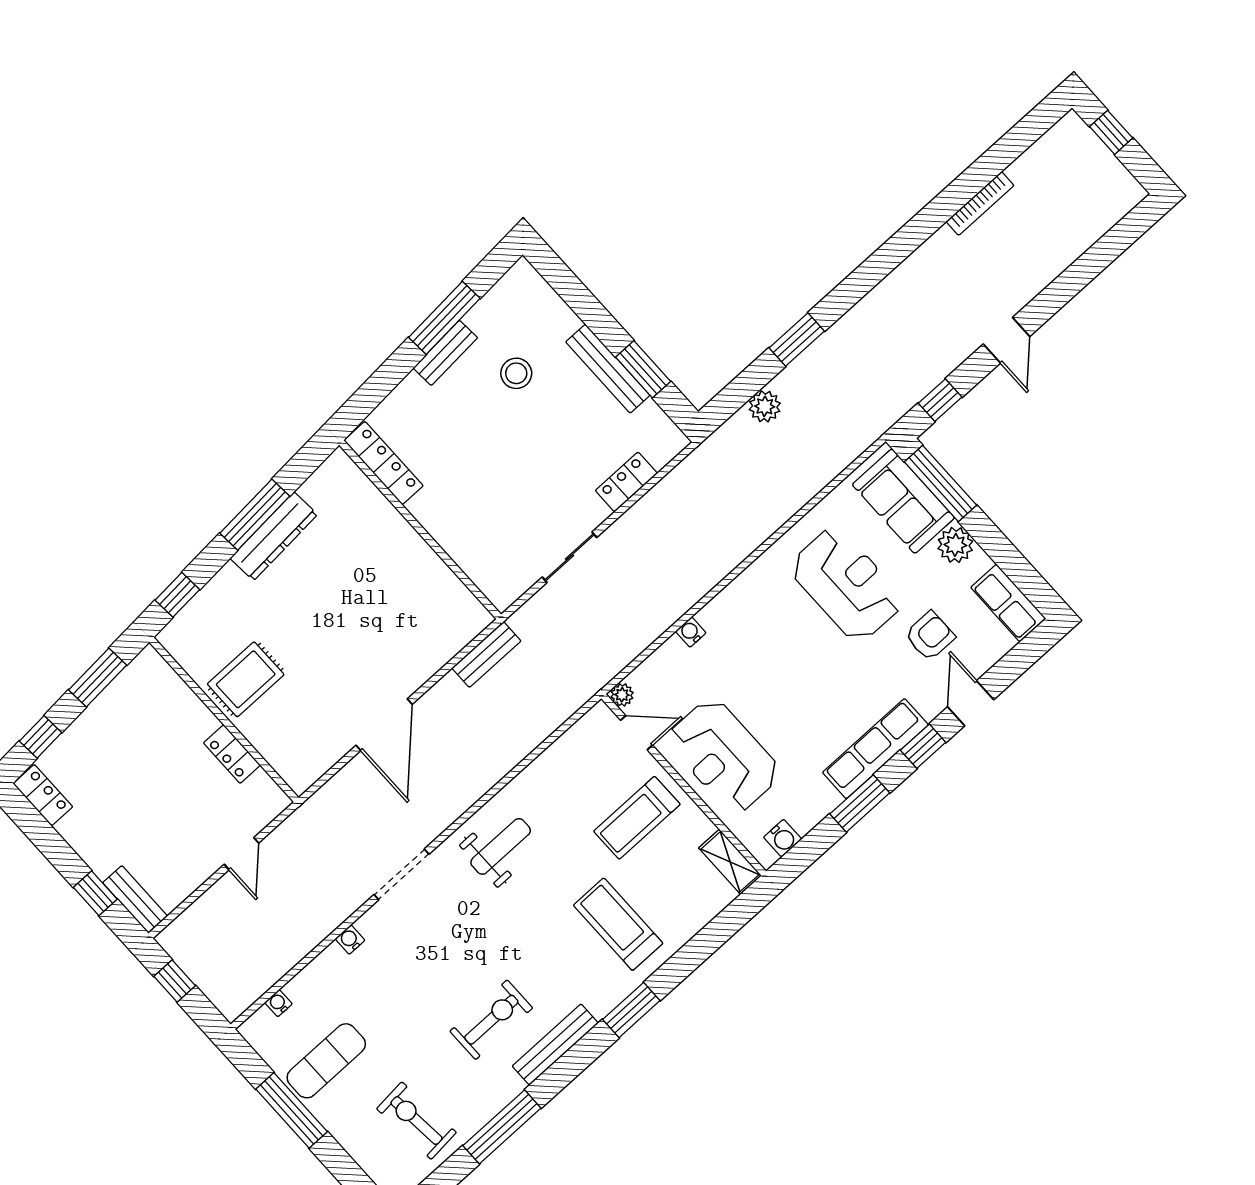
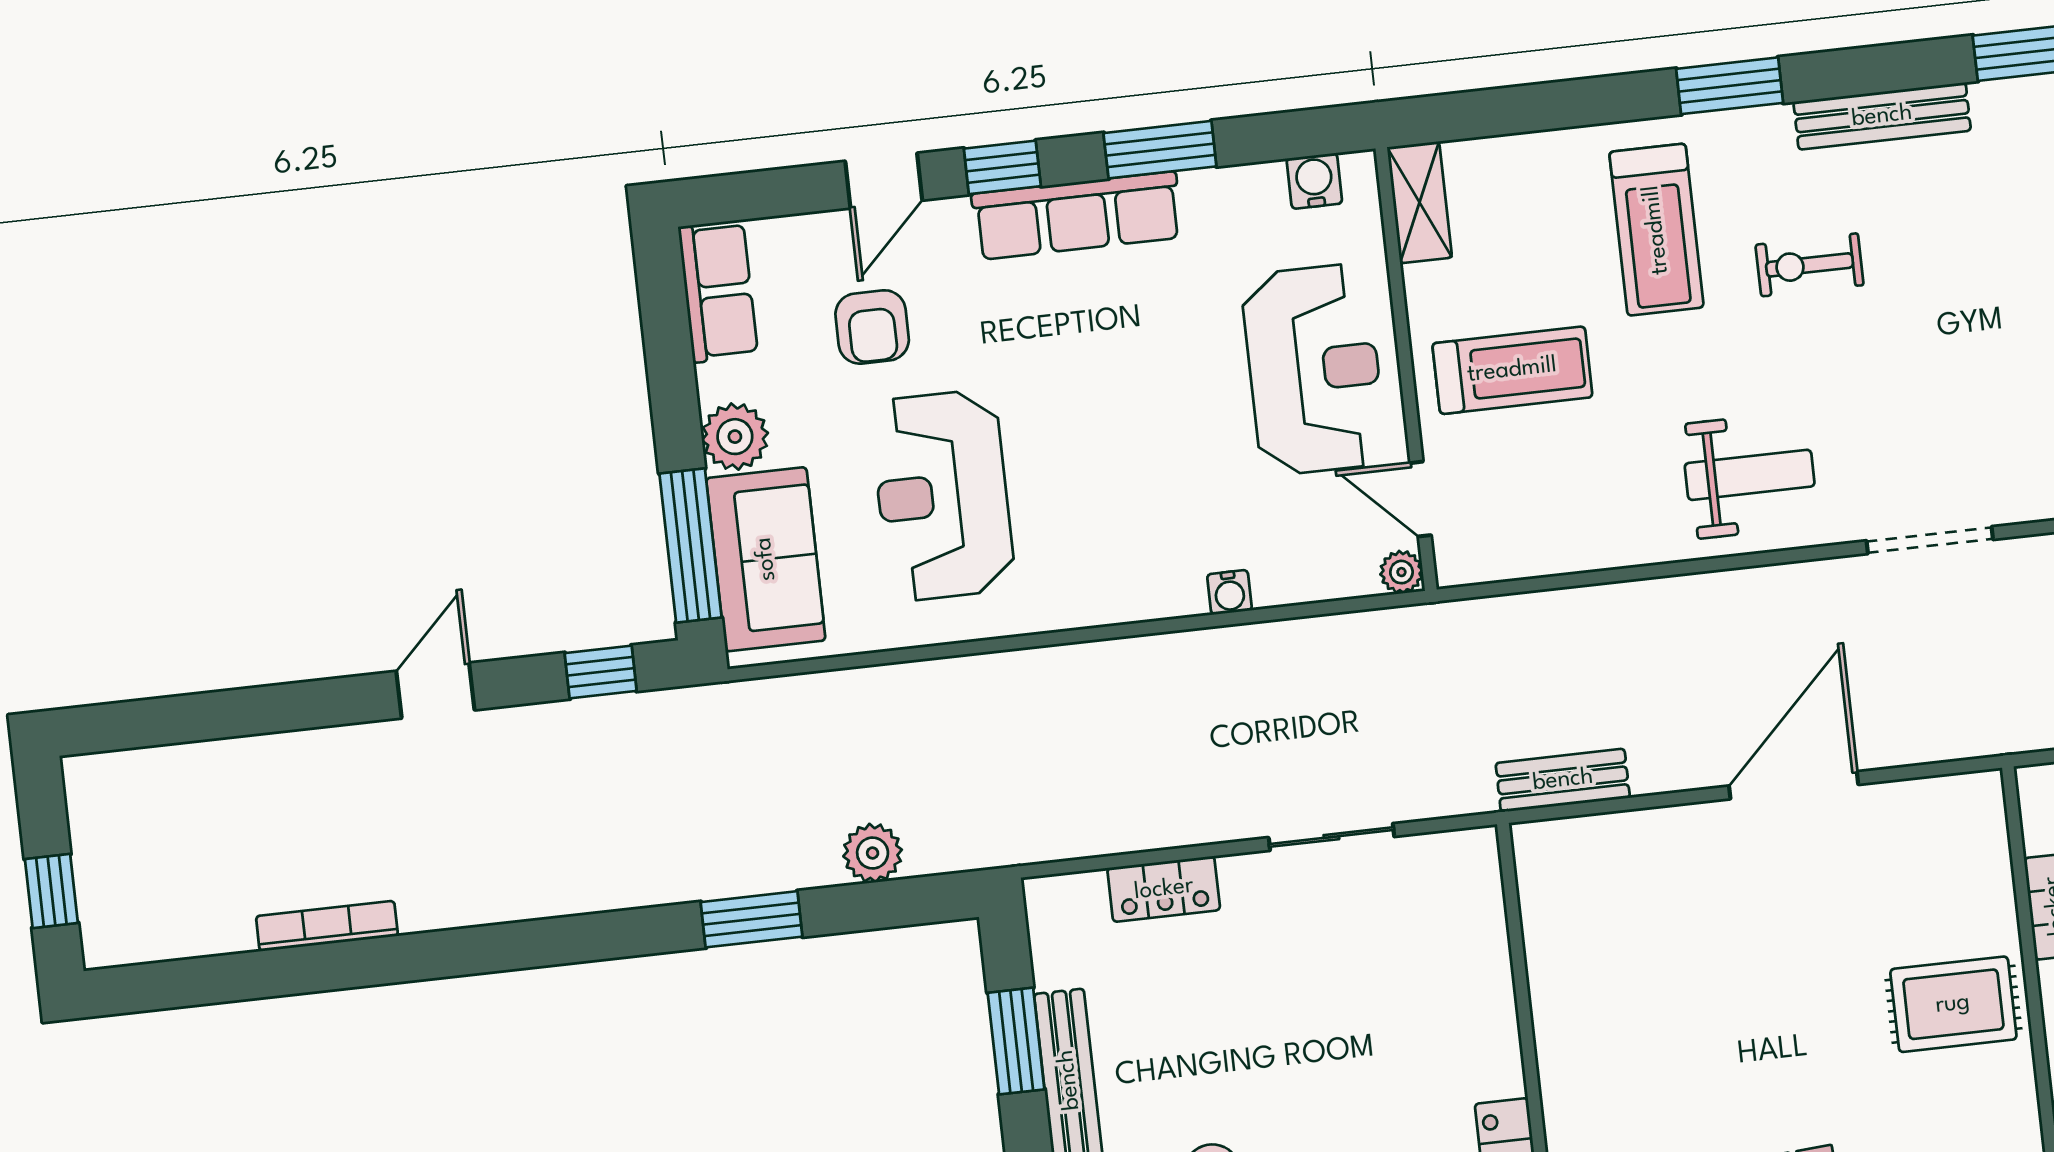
armchair: (930, 636) -> (872, 327), turned -90
weight bench: (501, 846) -> (1750, 475), turned 180
exercise bike: (491, 1020) -> (1810, 265), moved, width x0.73, depth x0.72

